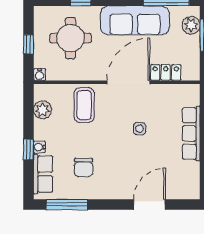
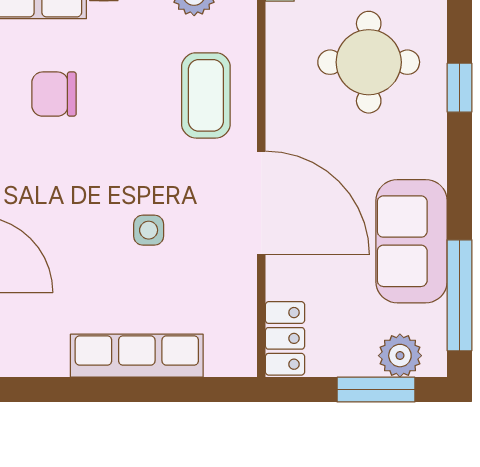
sofa: (135, 20) -> (411, 241), width x0.73
locker: (166, 73) -> (285, 338), moved
coffee table: (84, 105) -> (206, 95), turned 90

